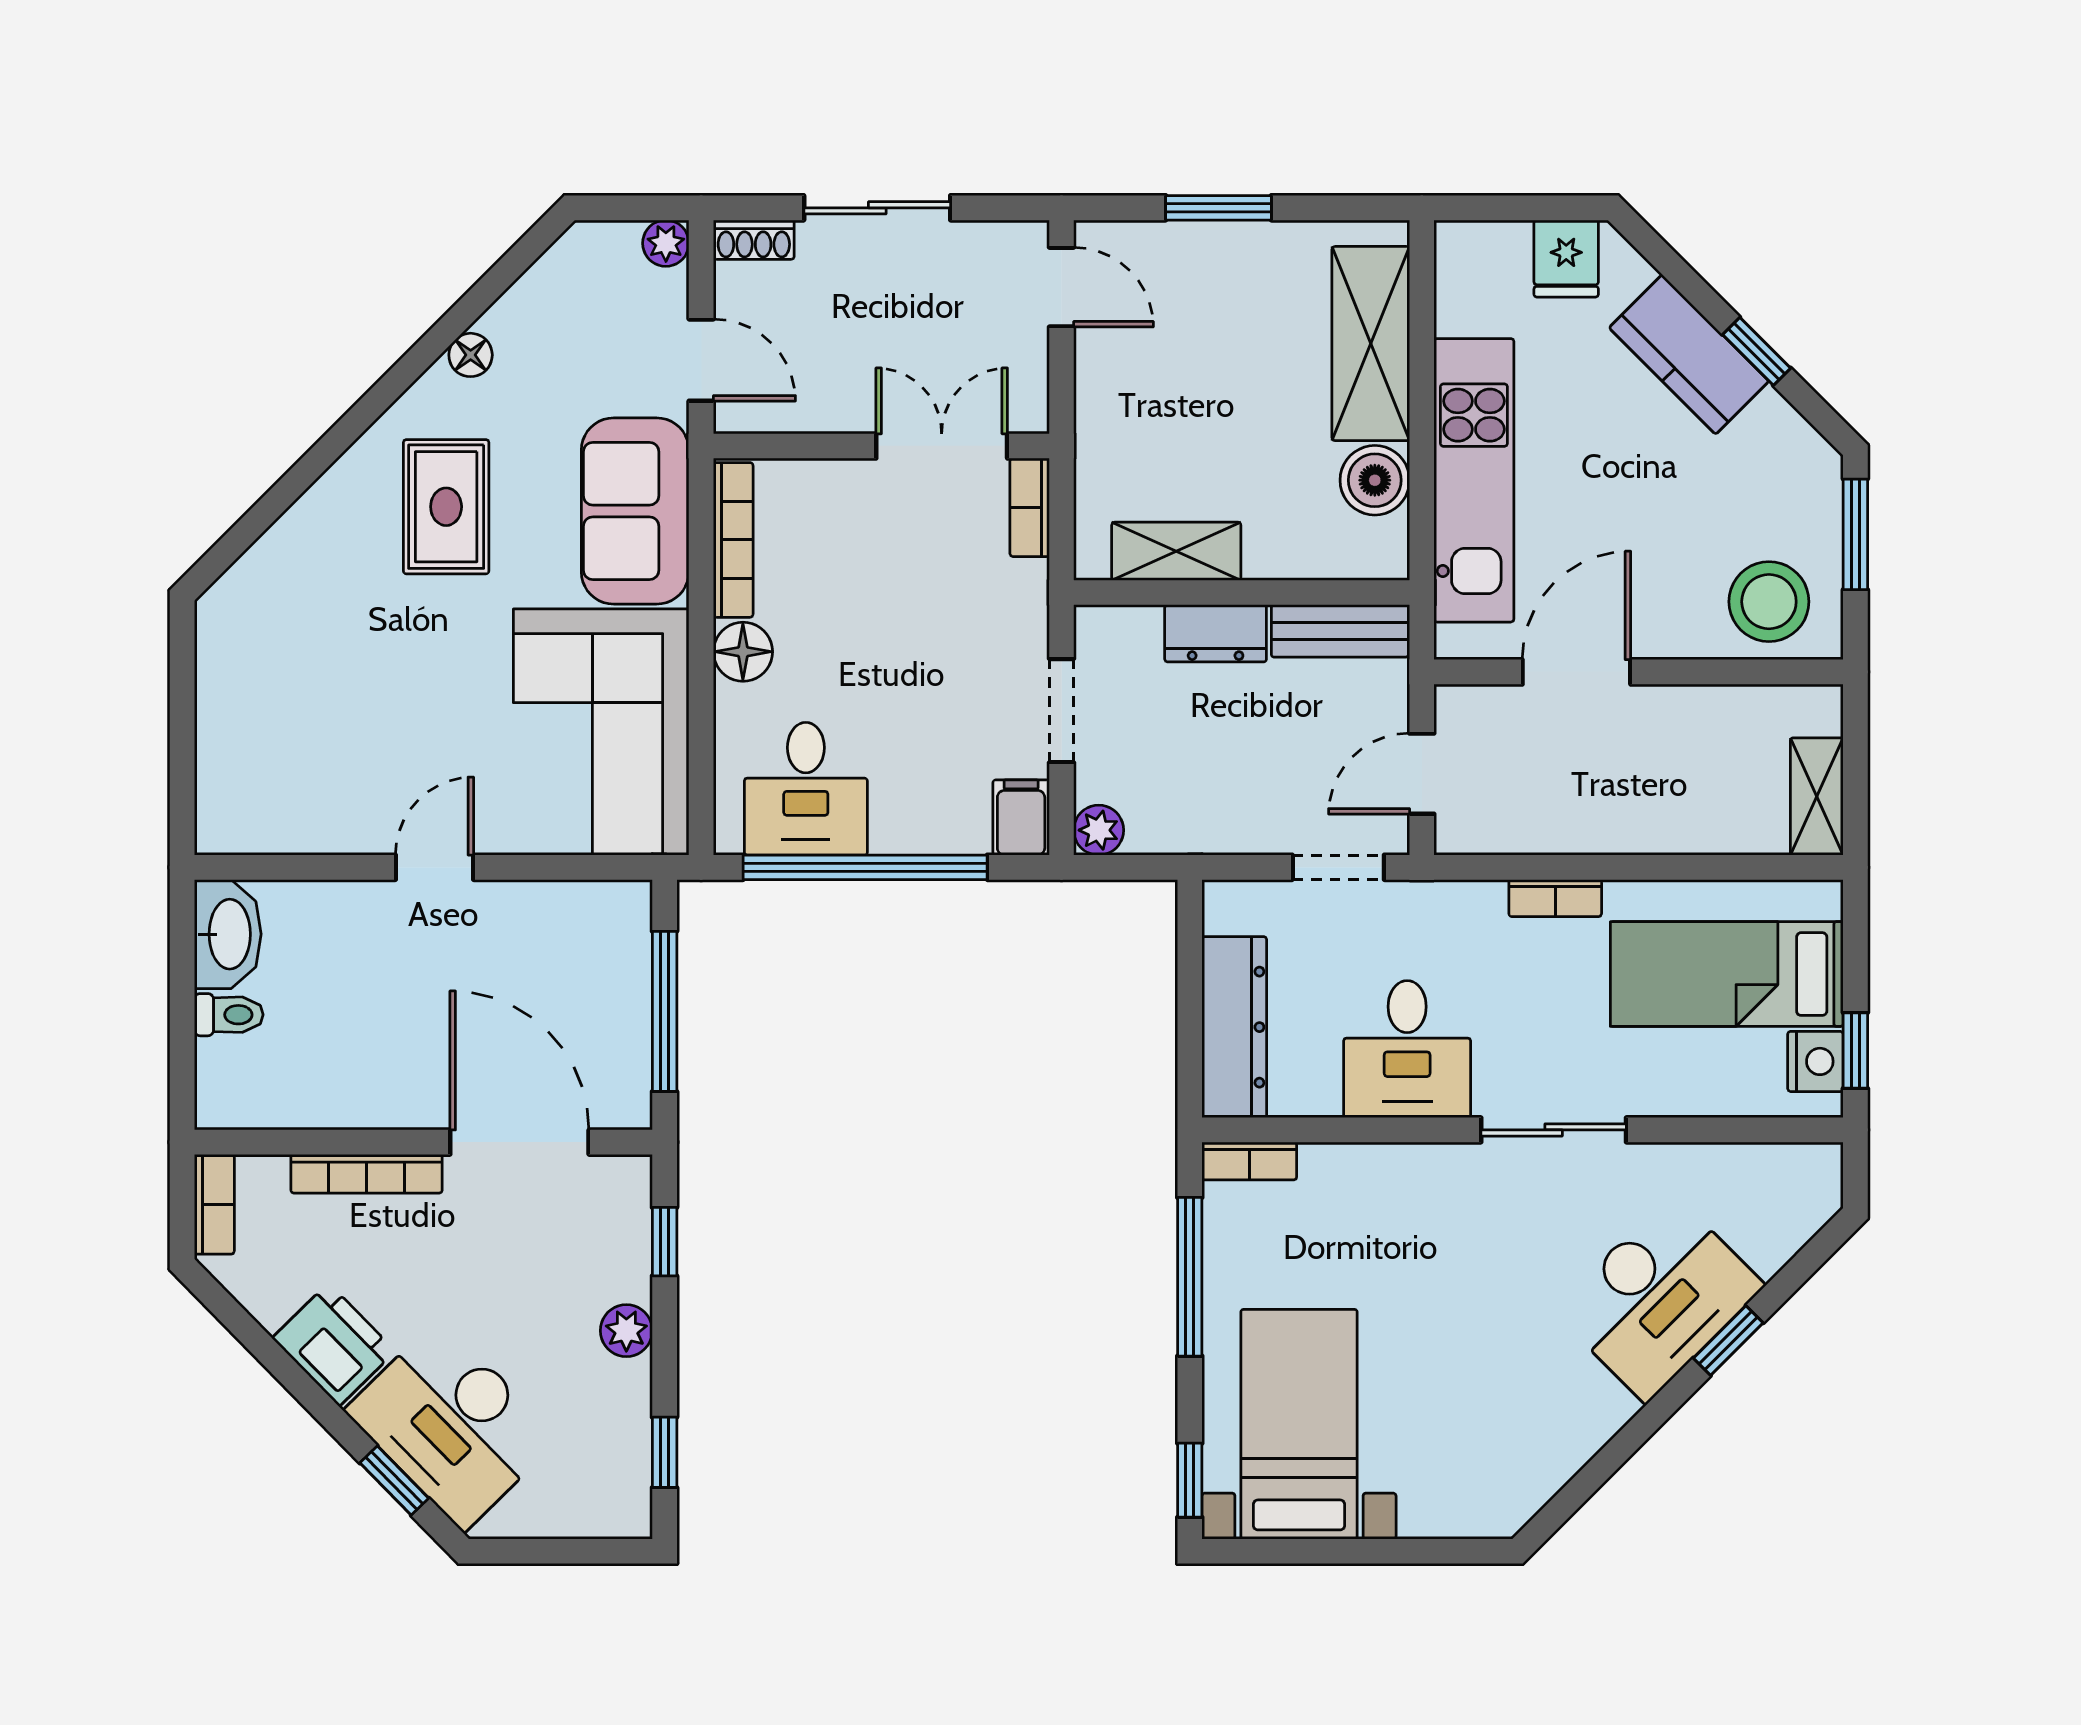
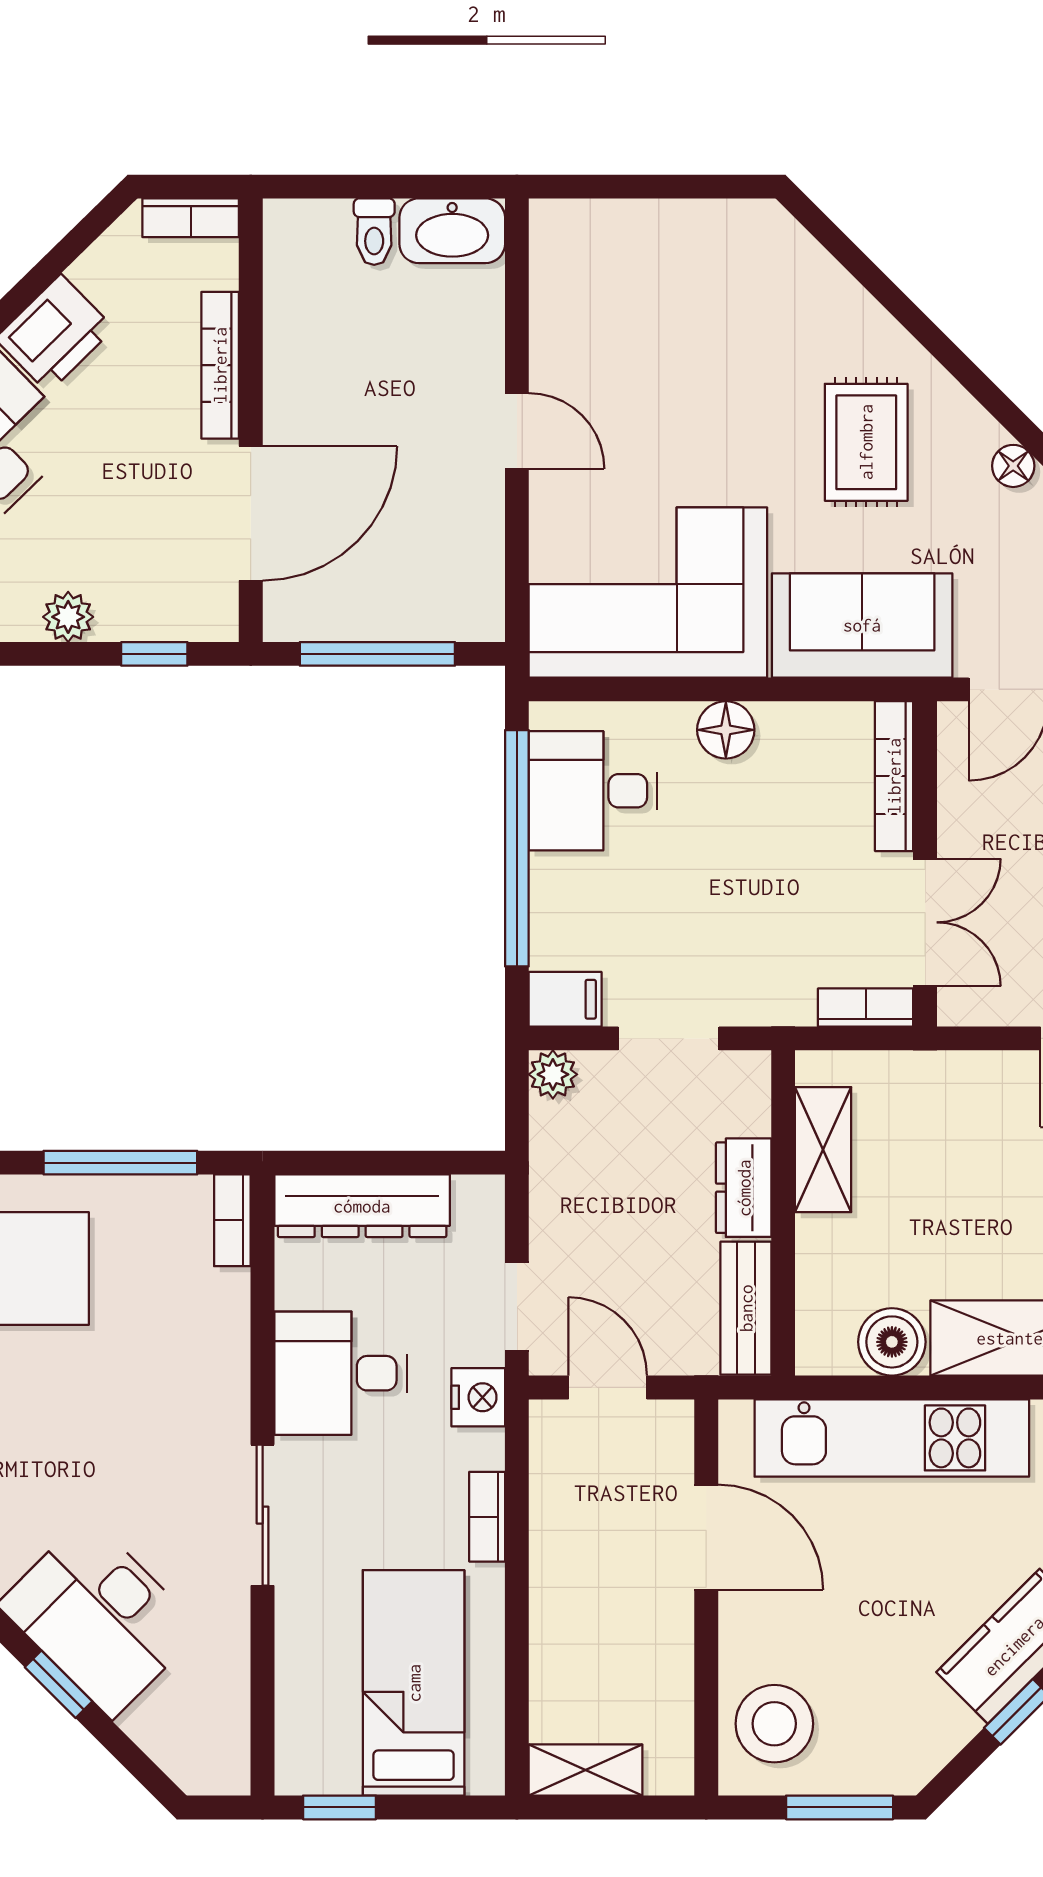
rug: (446, 507) -> (866, 442), turned 90
bookcase: (733, 540) -> (894, 776), moved, turned 90
nightstand: (1815, 1061) -> (478, 1397), moved, turned -90

